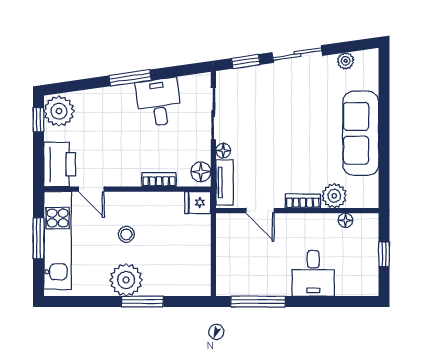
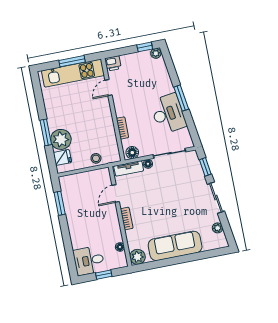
desk: (159, 102) -> (168, 114), width x1.37
plant: (59, 111) -> (156, 53), width x0.53, depth x0.53
printer: (60, 164) -> (113, 63), width x0.53, depth x0.68
plant: (334, 196) -> (137, 257), moved
fridge: (198, 203) -> (62, 157), moved, turned 90
stool: (126, 234) -> (96, 158), moved
desk: (313, 273) -> (89, 261), moved
plant: (126, 280) -> (61, 139), moved
window: (258, 302) -> (60, 203), width x0.69

